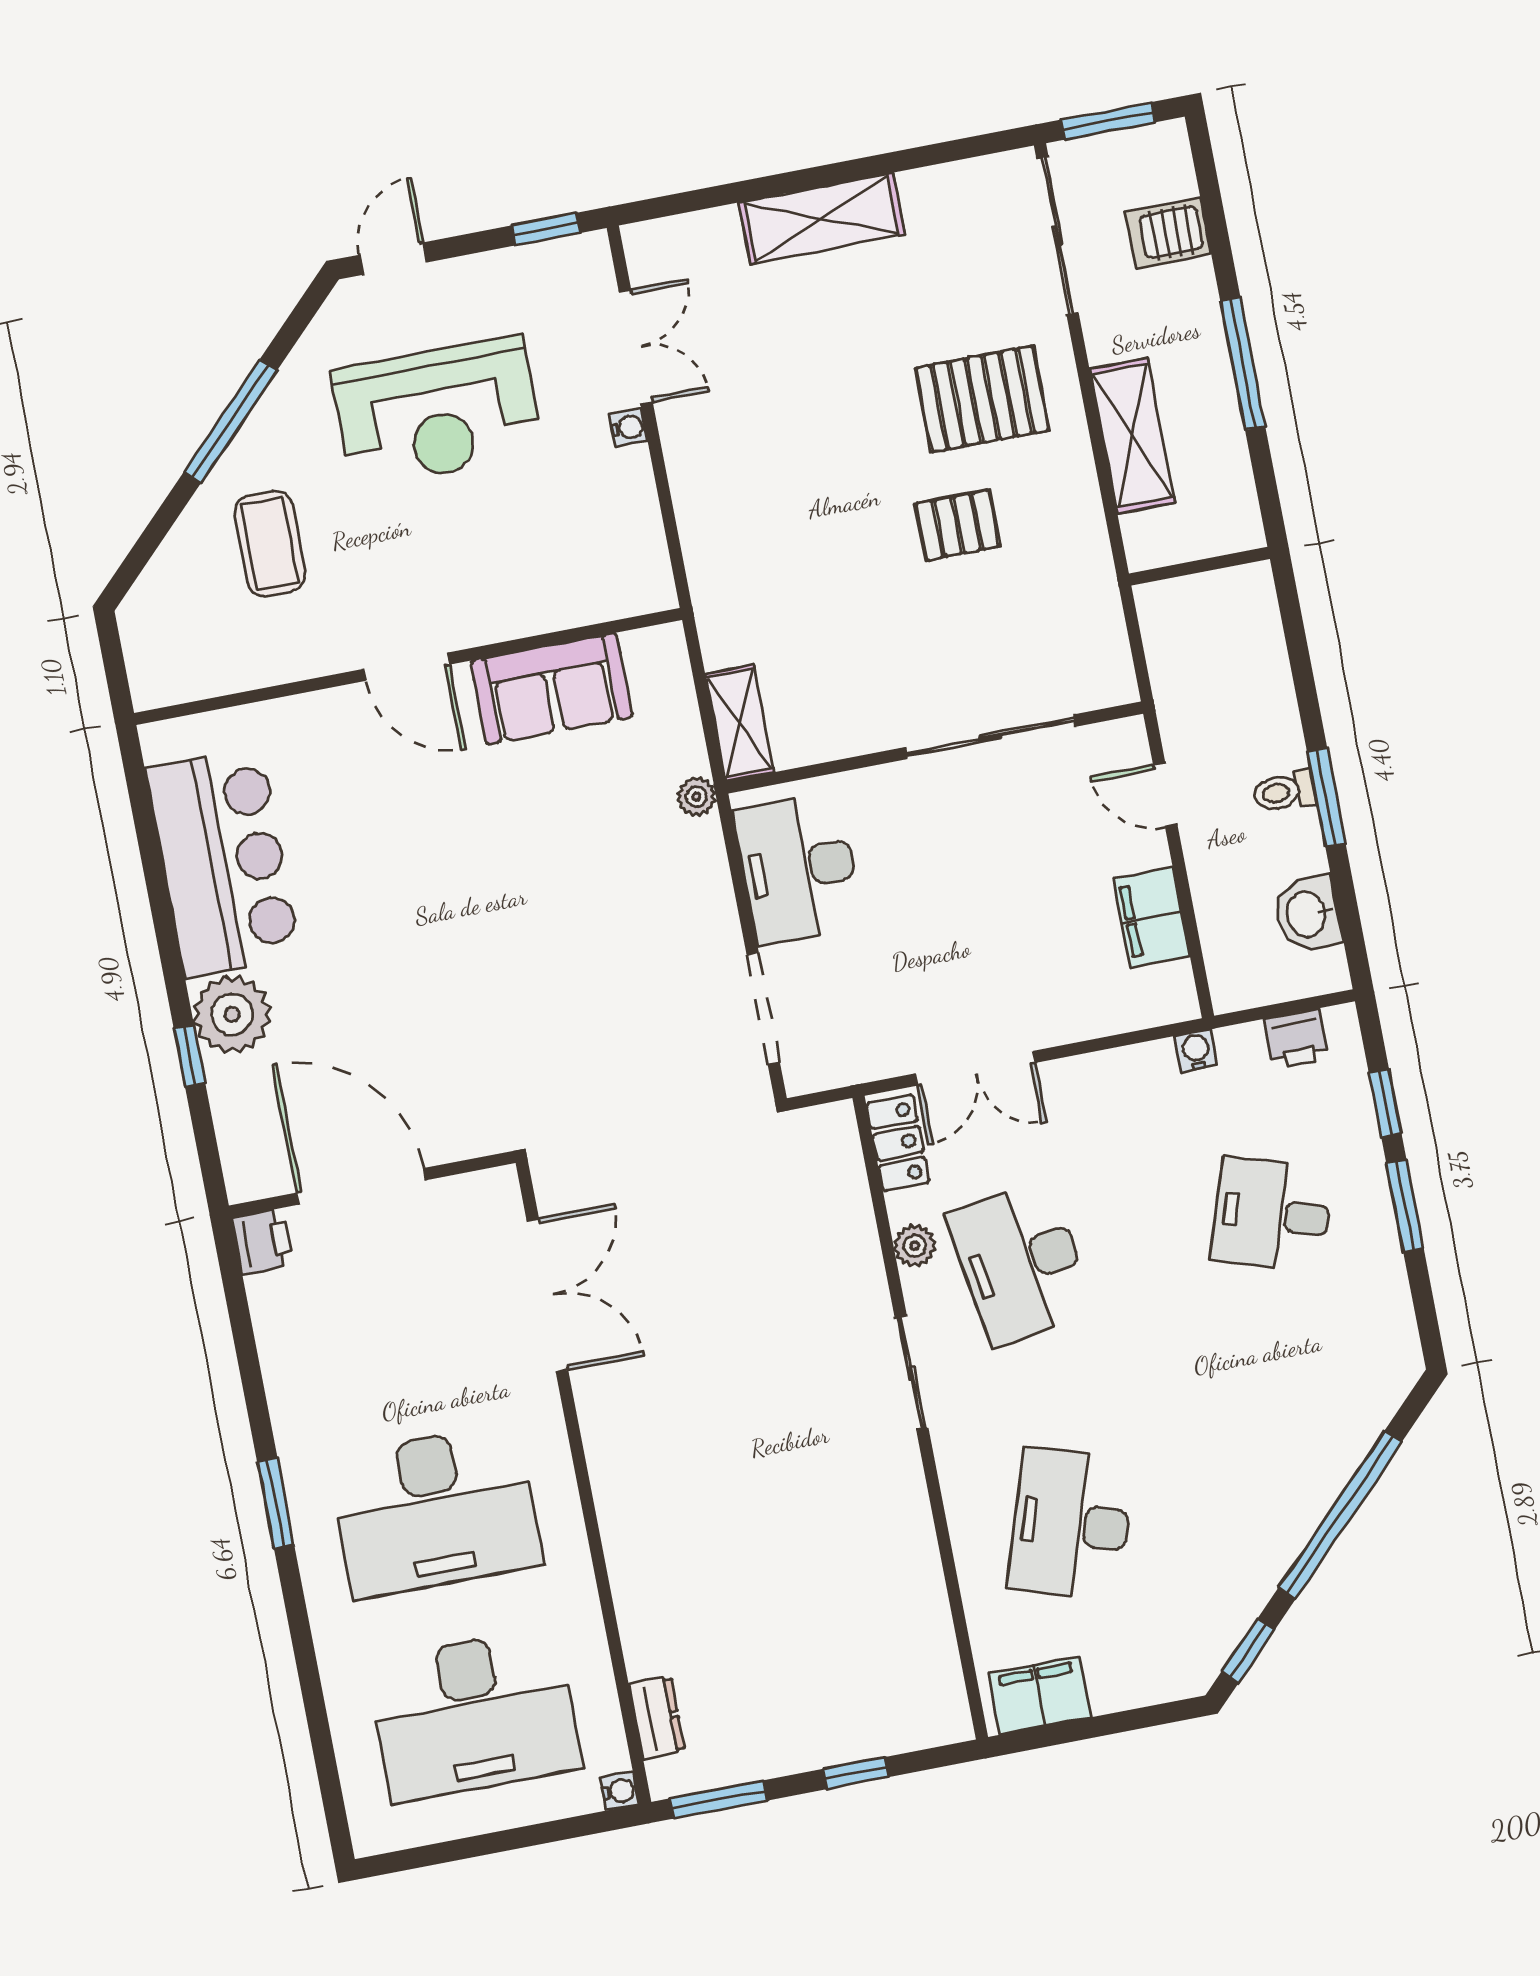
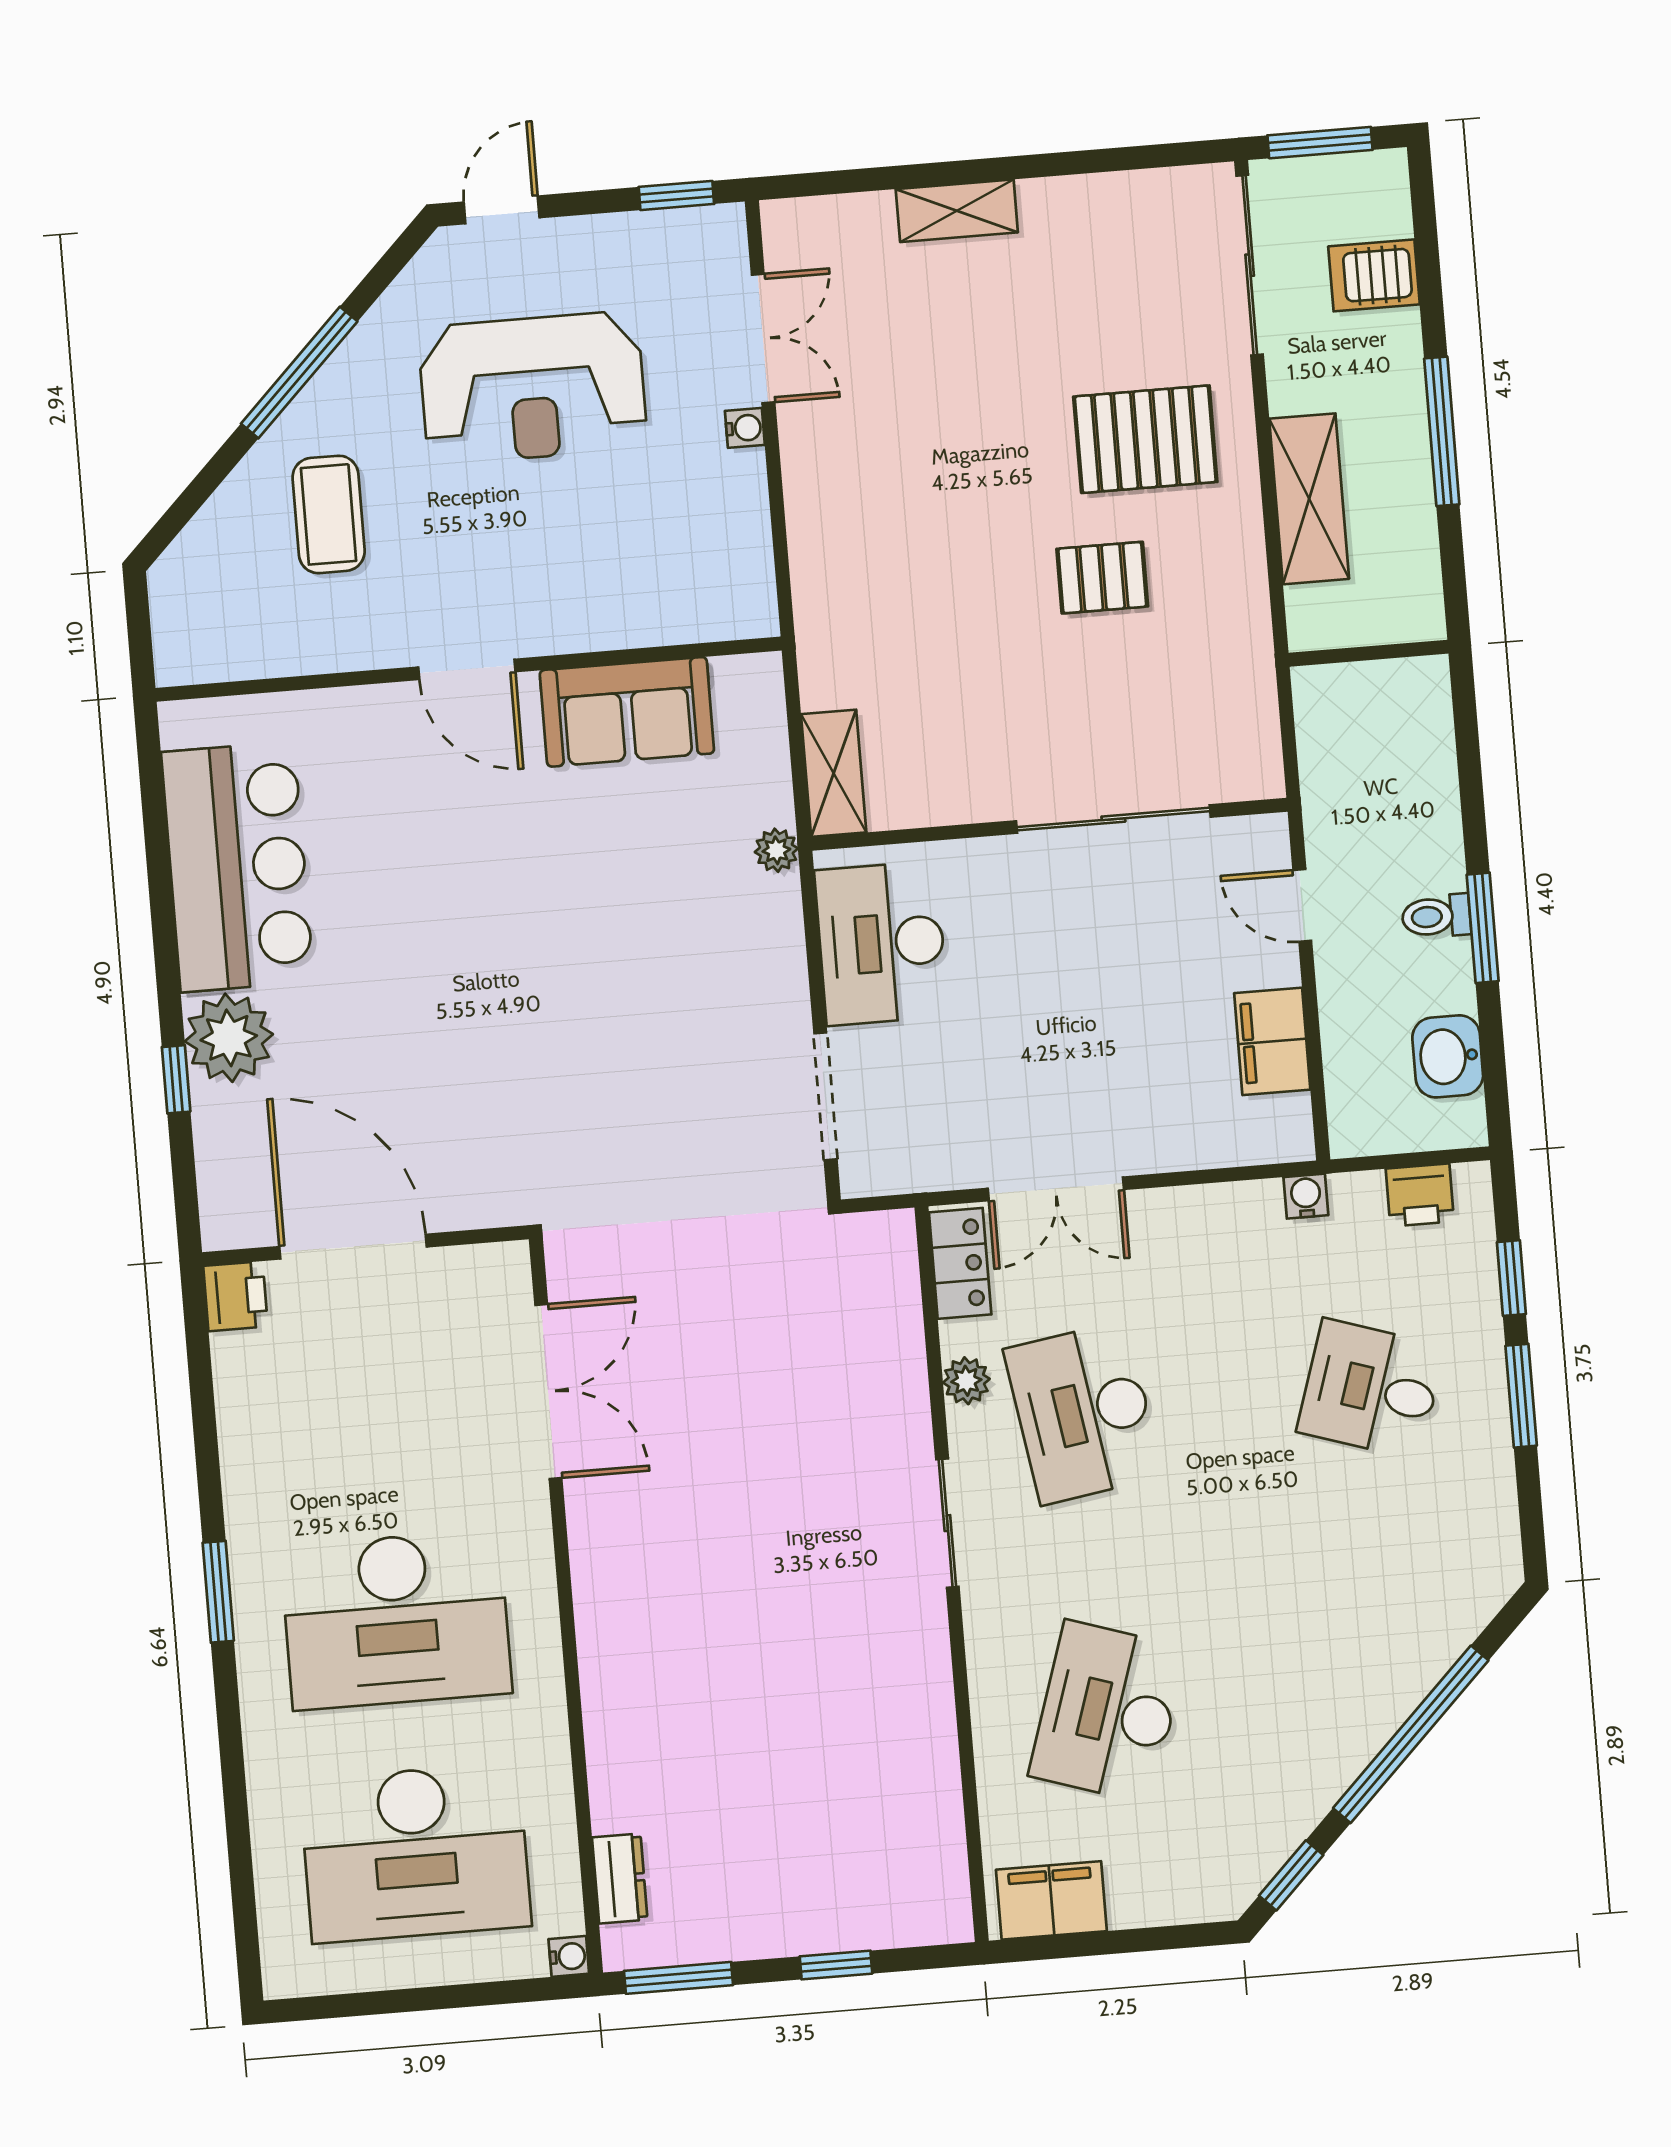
shelving: (822, 219) -> (957, 211), width x0.67, depth x0.75

